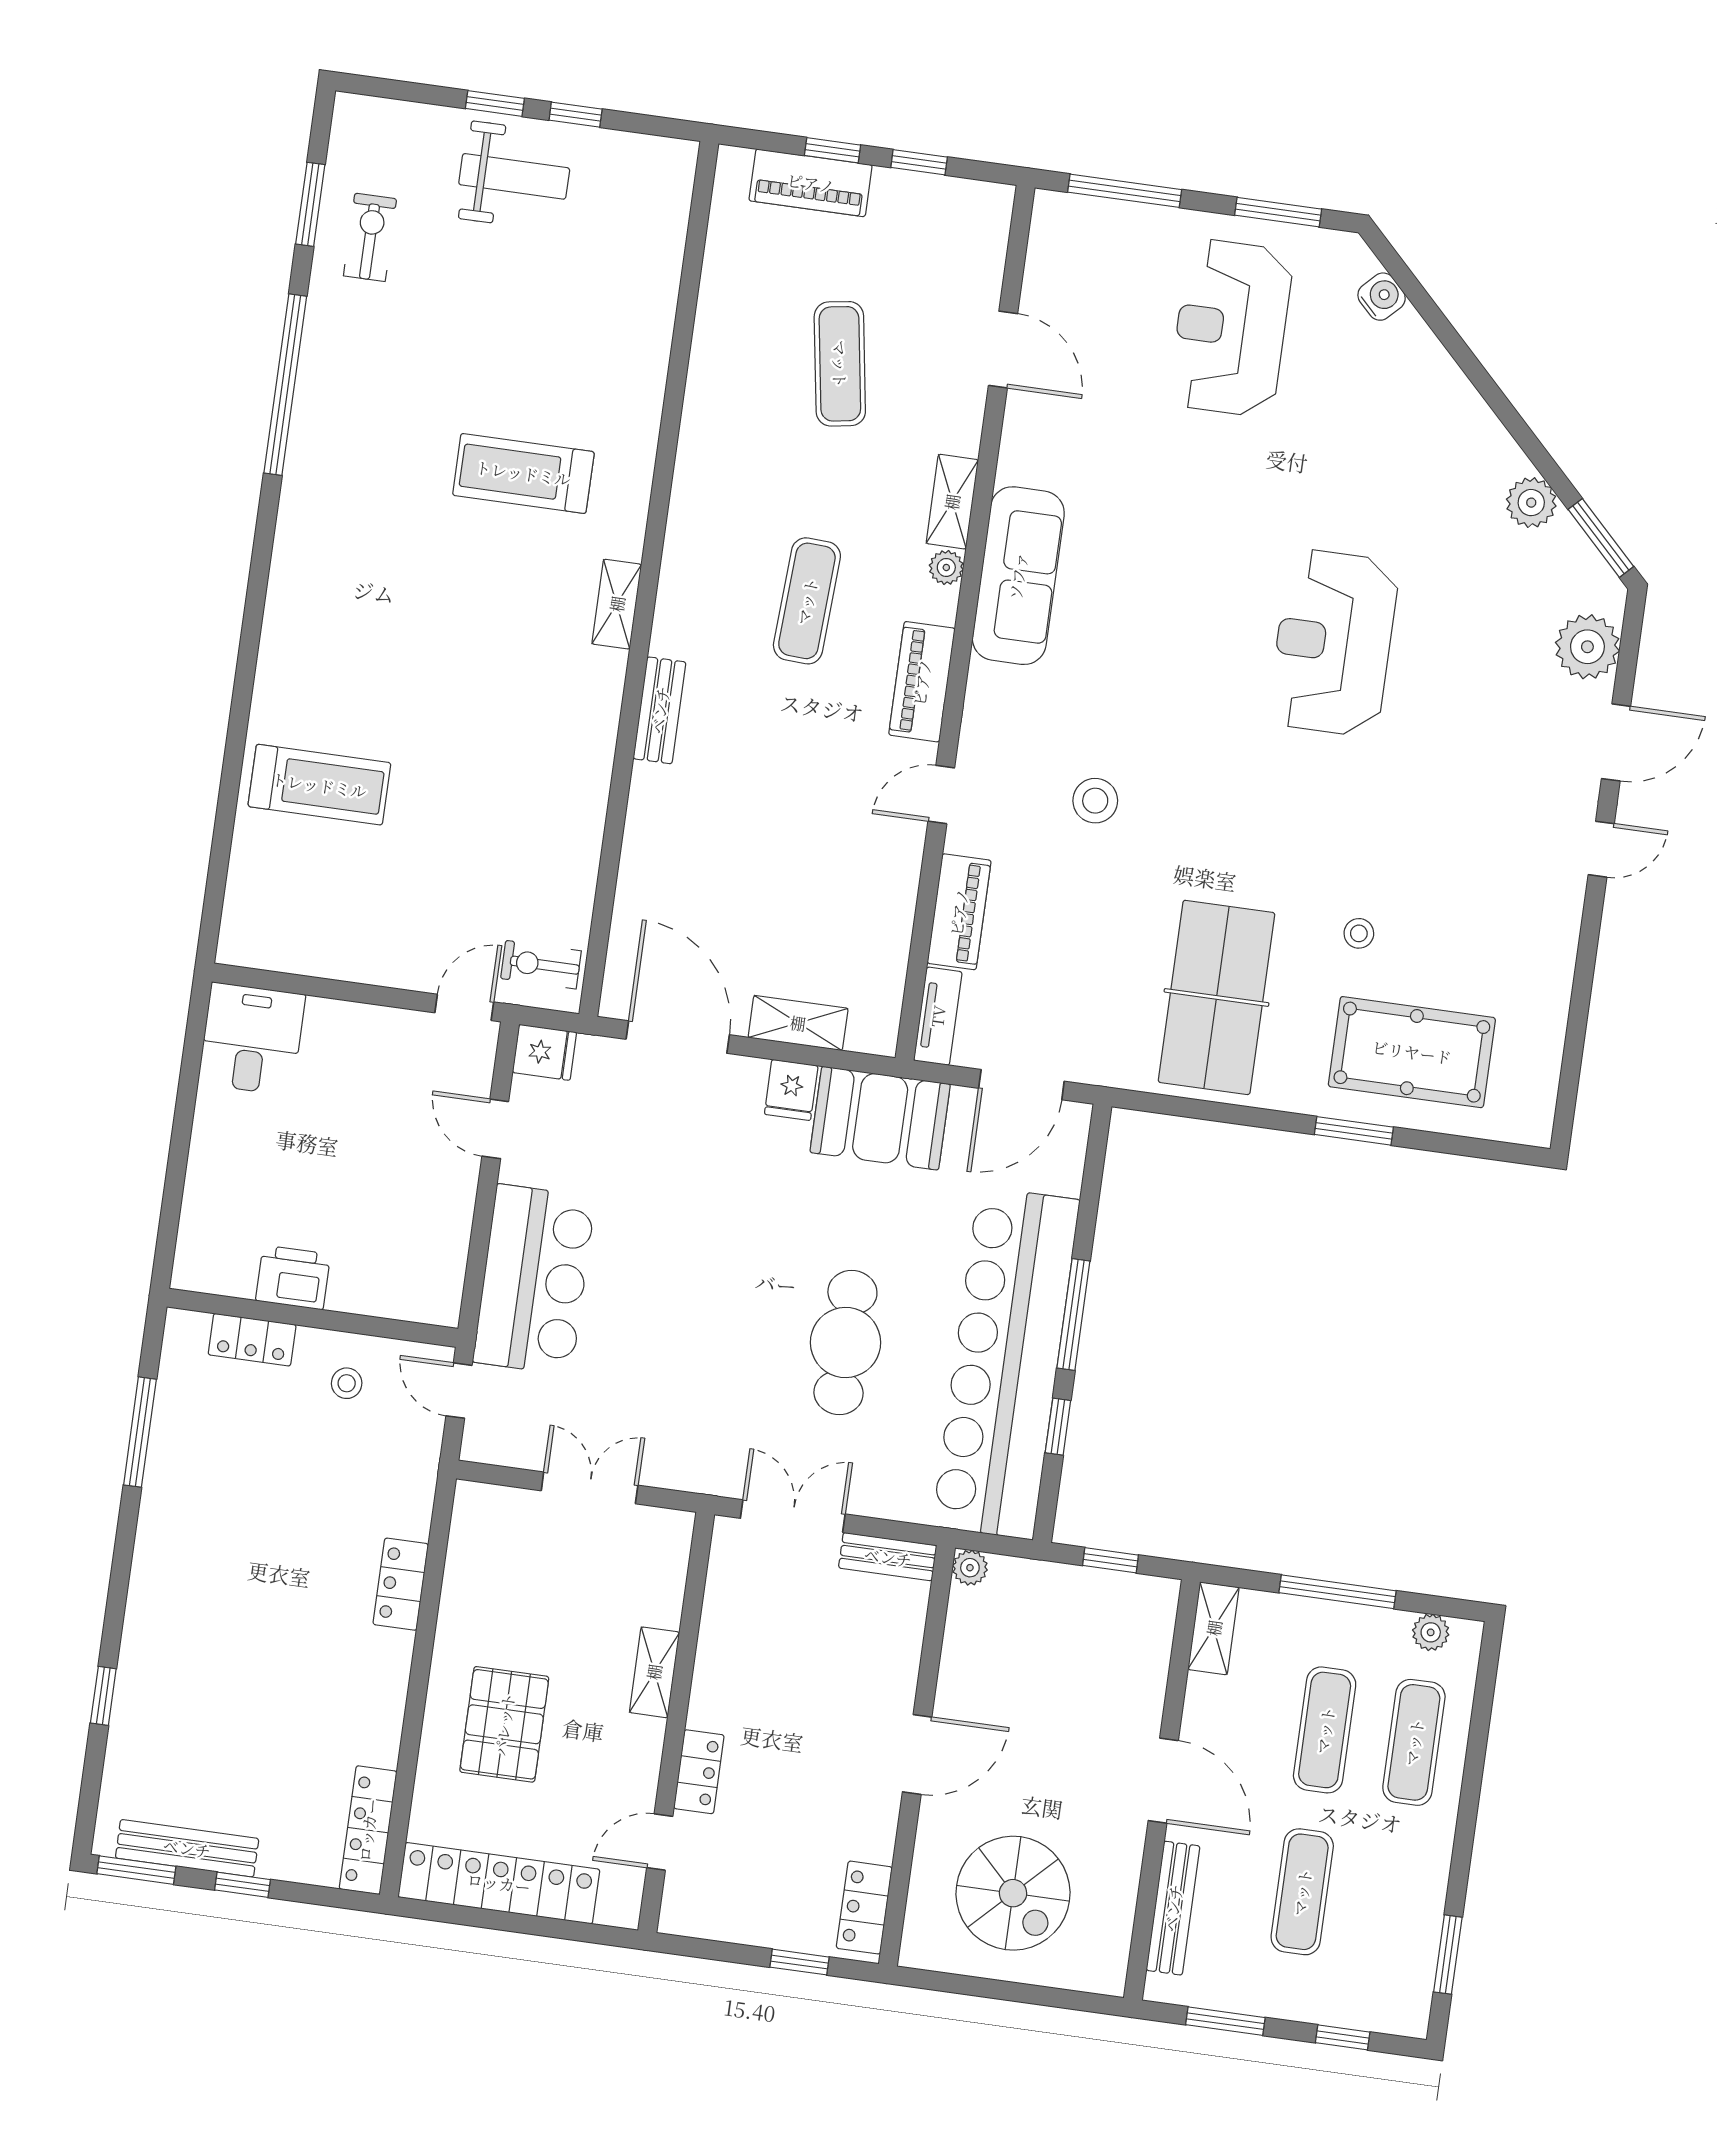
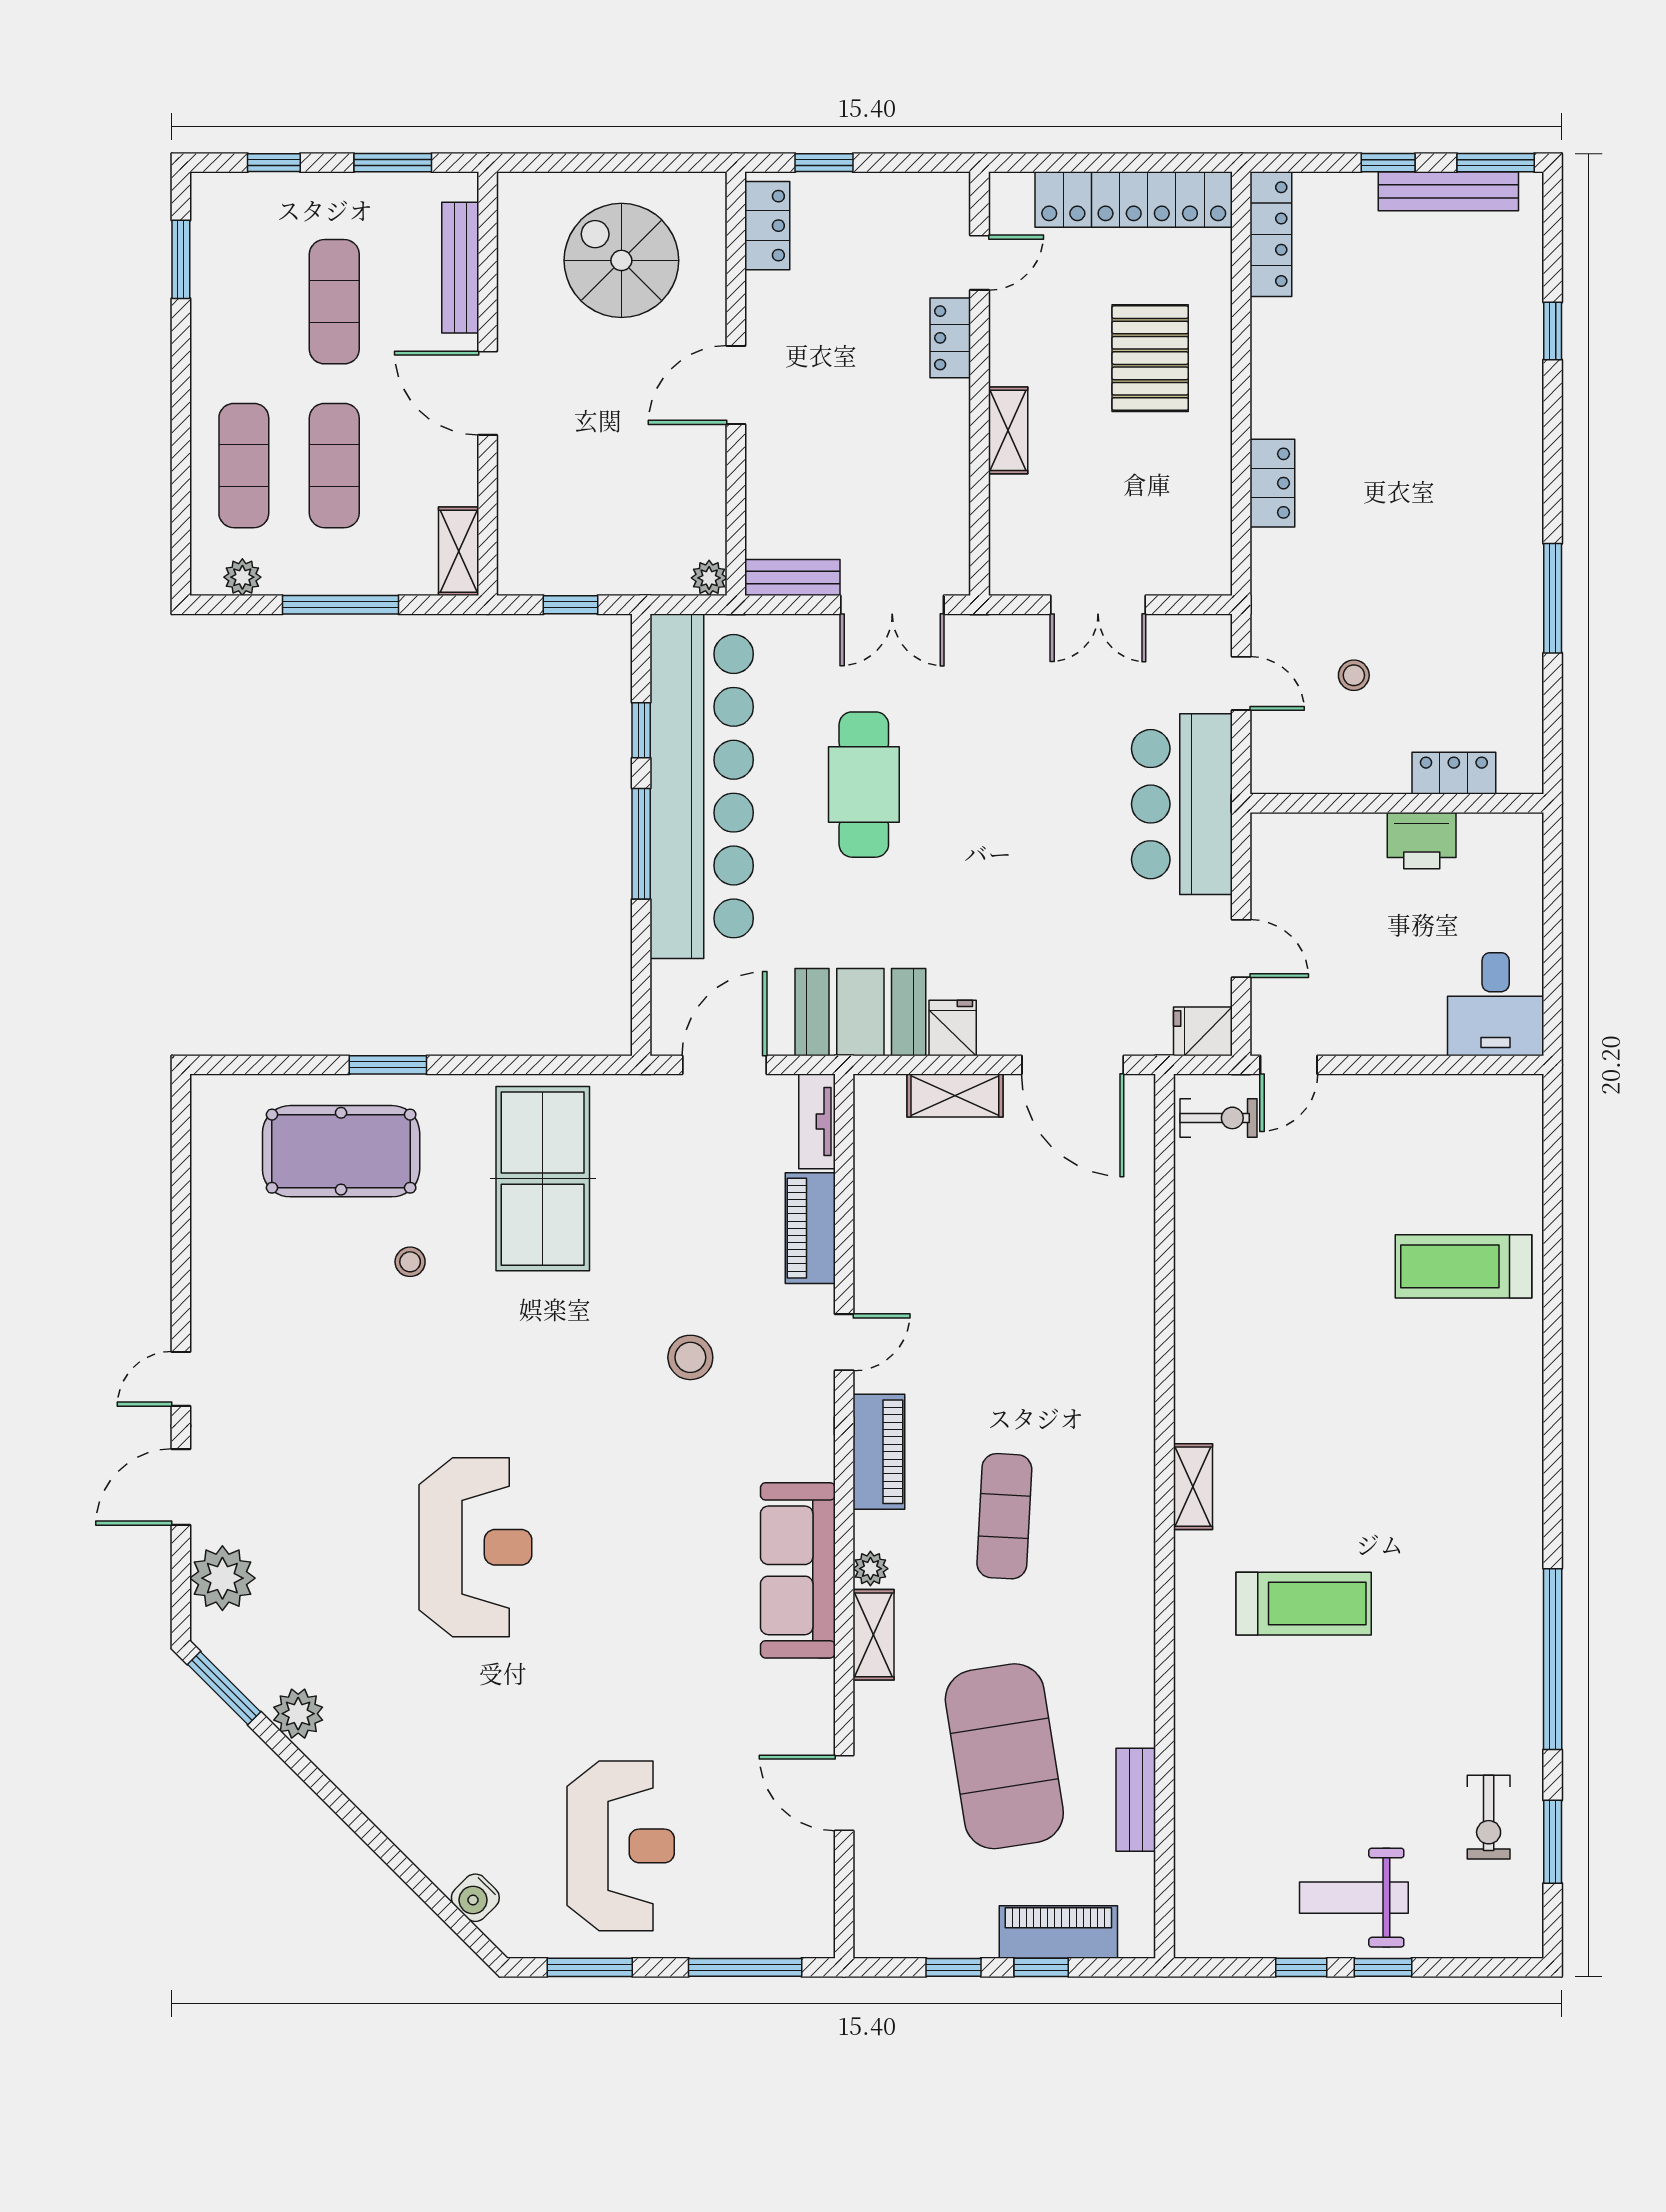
exercise mat: (840, 364) -> (1004, 1756), width x2.00, depth x1.45
bench: (660, 710) -> (1136, 1800), moved
printer: (293, 1278) -> (1422, 841), moved
wall: (312, 1318) -> (1397, 803), moved
locker: (252, 1340) -> (1454, 773), moved

